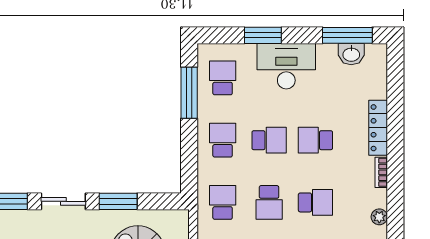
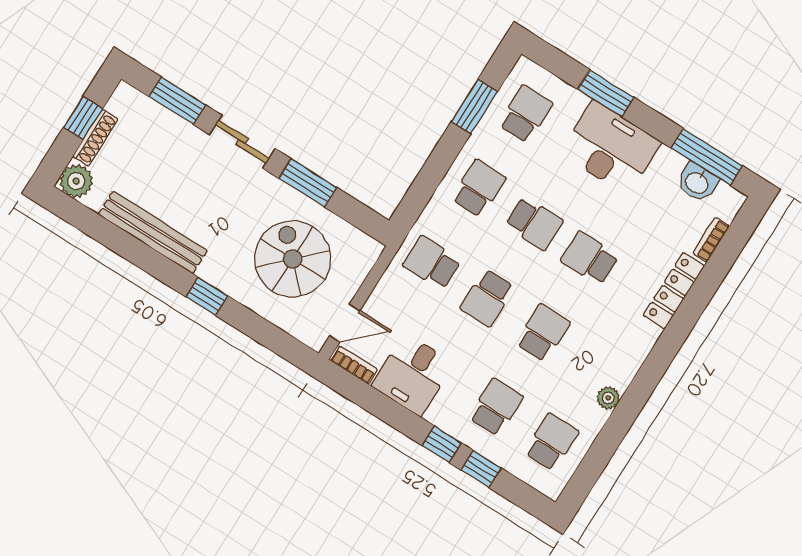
window: (189, 93) -> (474, 106), width x0.69
bookcase: (381, 172) -> (711, 240), moved
school desk: (223, 202) -> (432, 263), turned -90
school desk: (315, 202) -> (543, 333), turned -90

